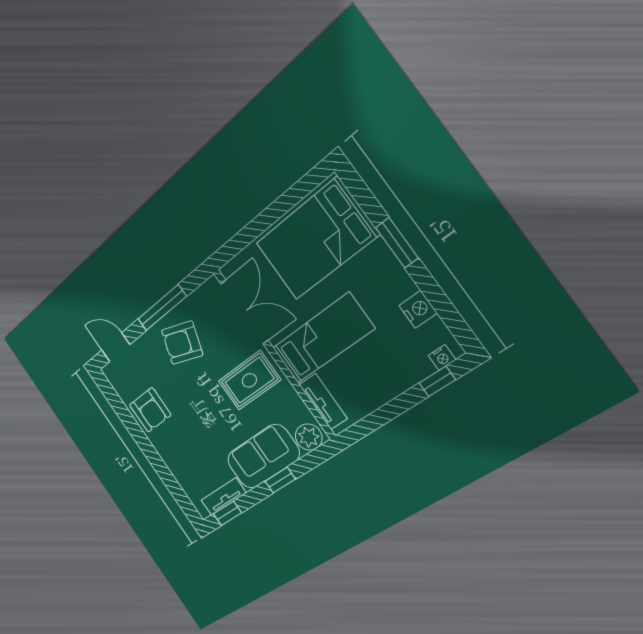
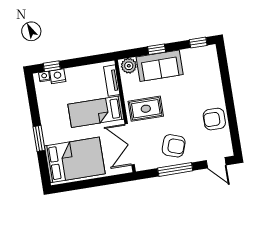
nightstand: (418, 309) -> (58, 76), moved, turned 90
armchair: (150, 410) -> (214, 119), turned -90
tv unit: (223, 497) -> (195, 53), removed

